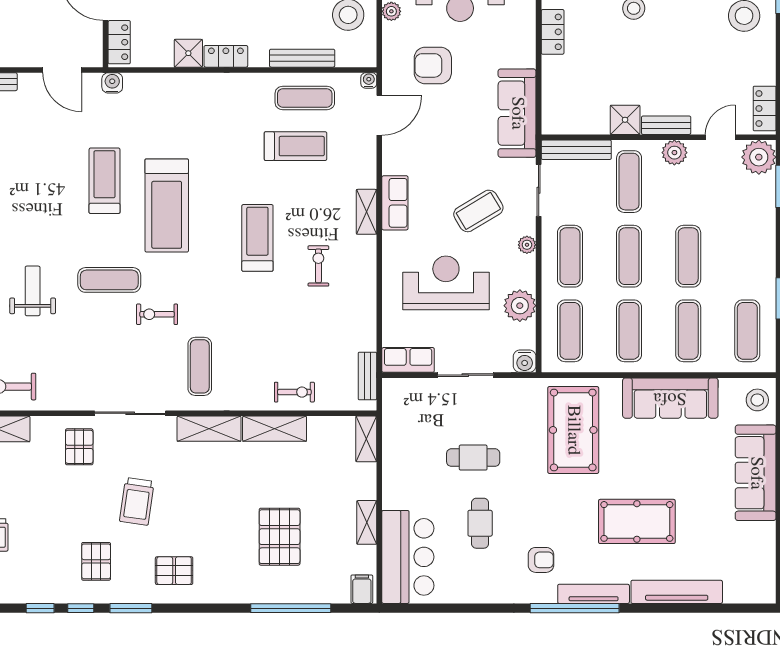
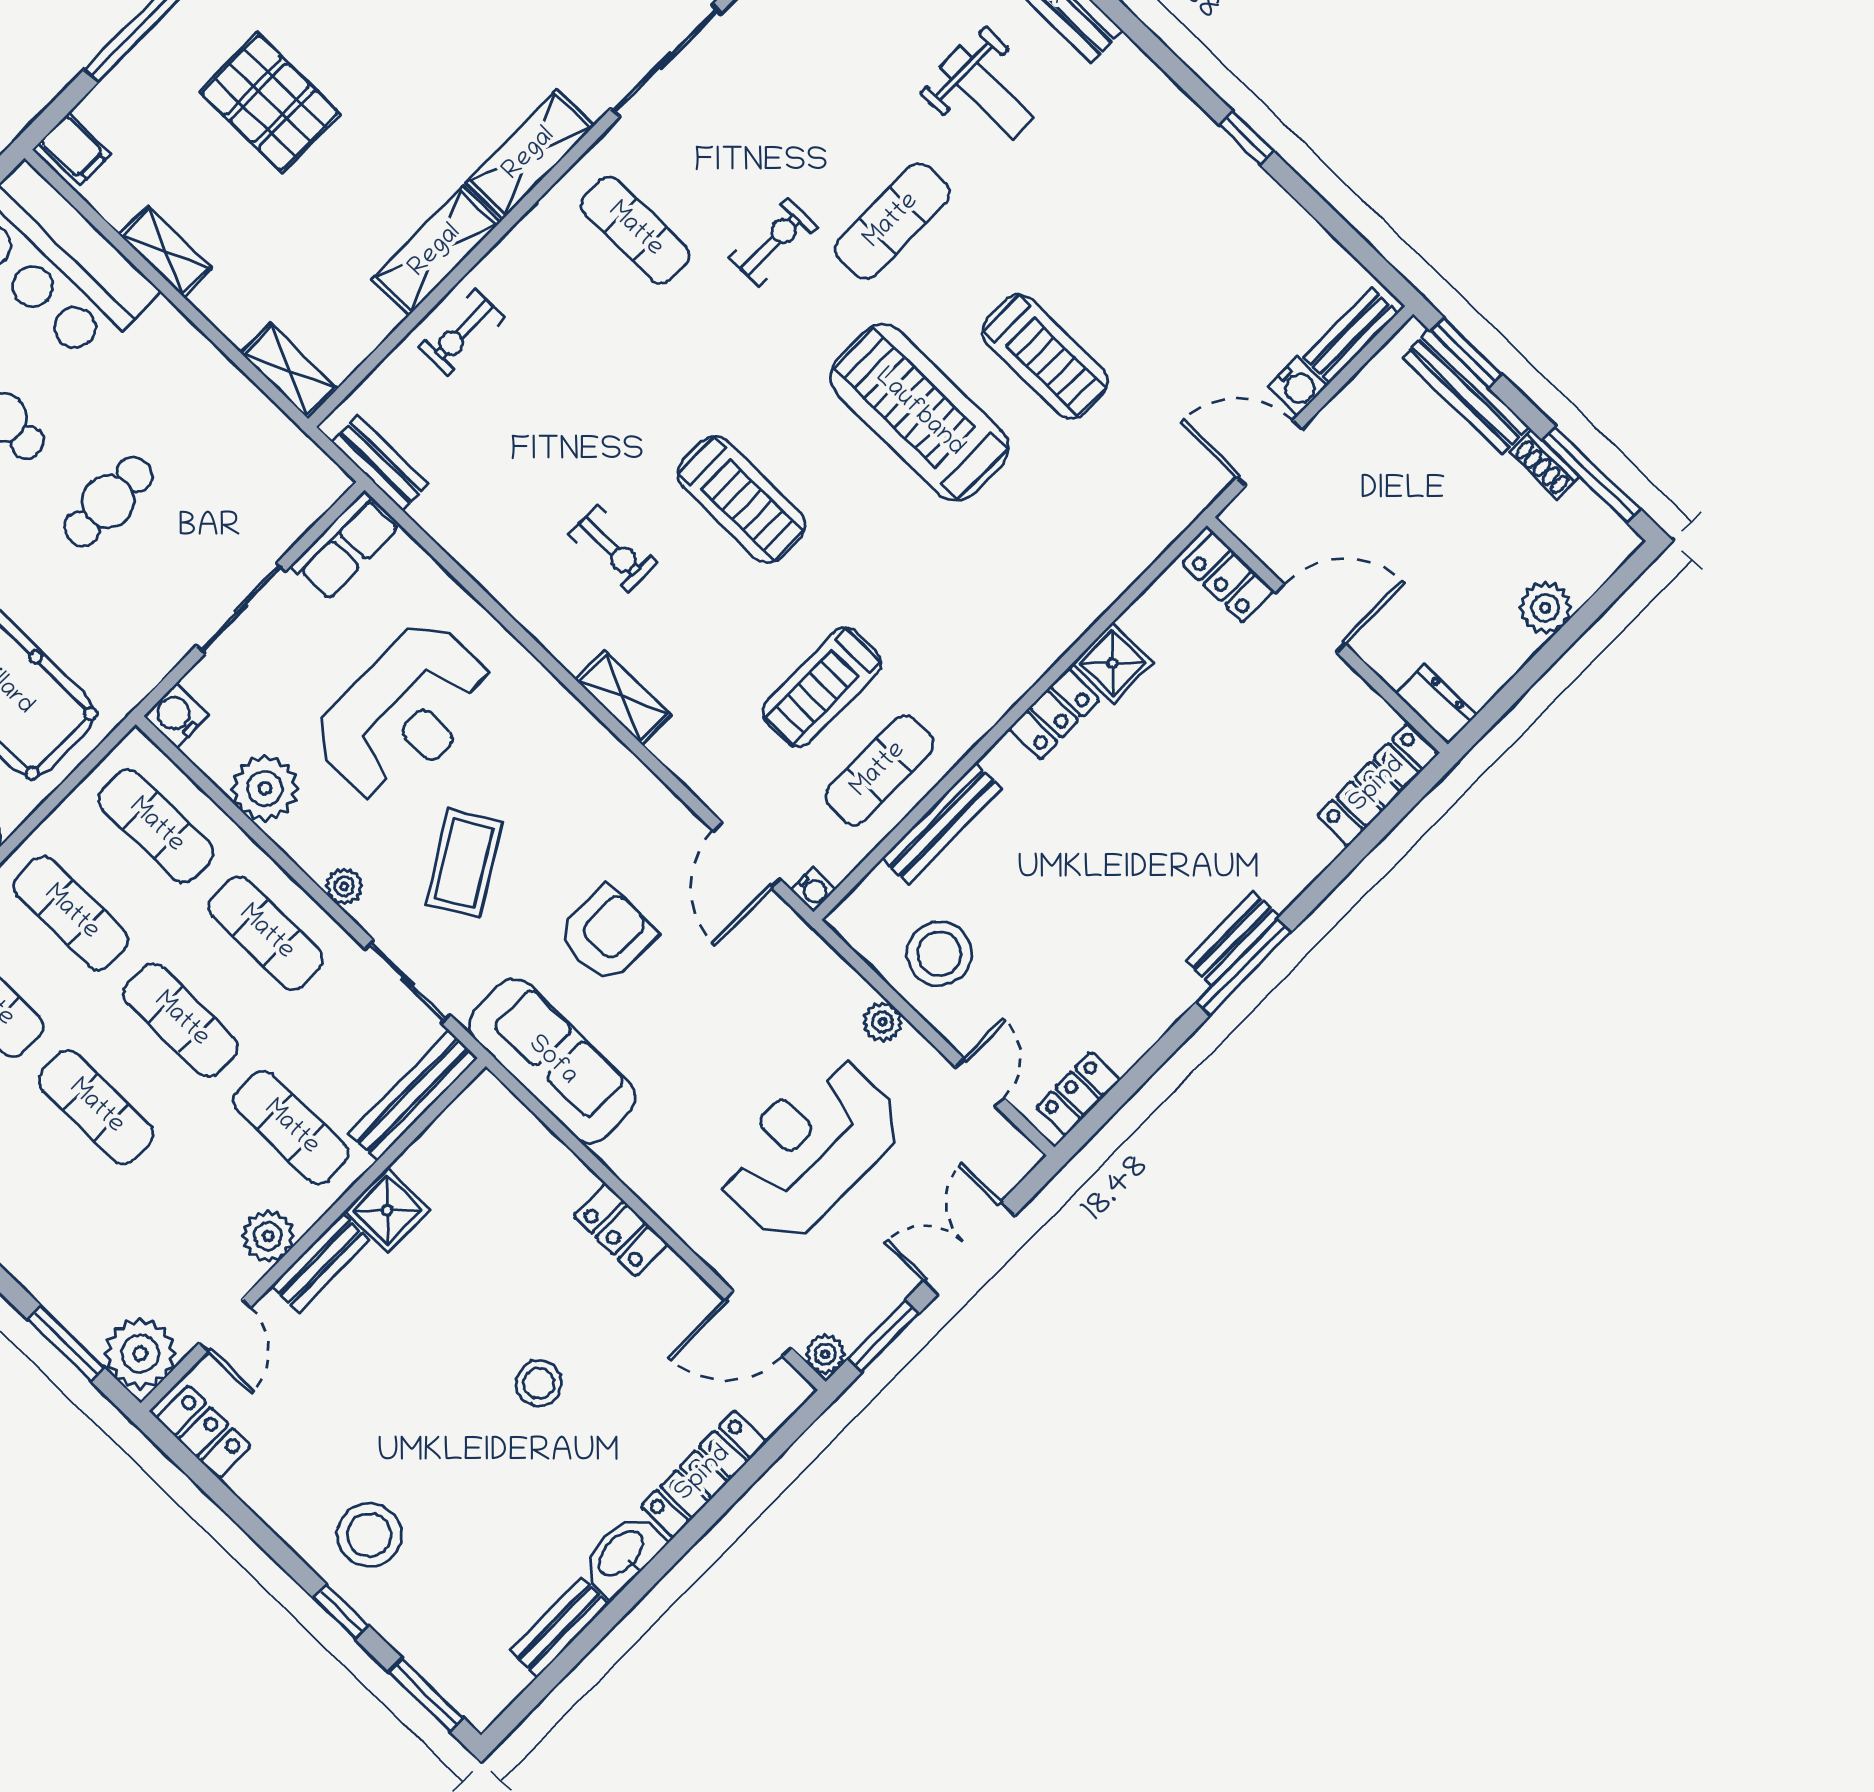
armchair: (433, 65) -> (606, 935), moved
water cooler: (112, 83) -> (1298, 386), moved
row of seats: (395, 203) -> (595, 752), removed

